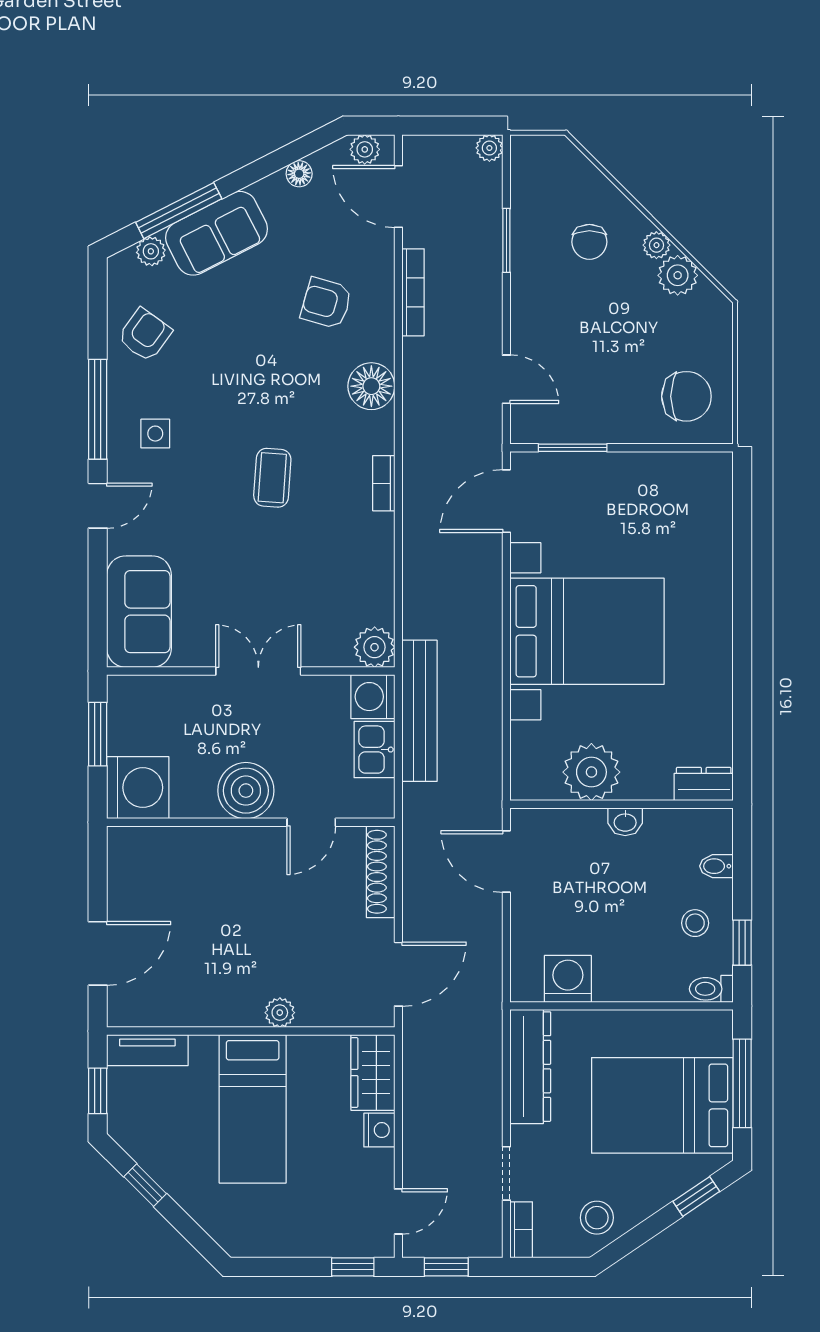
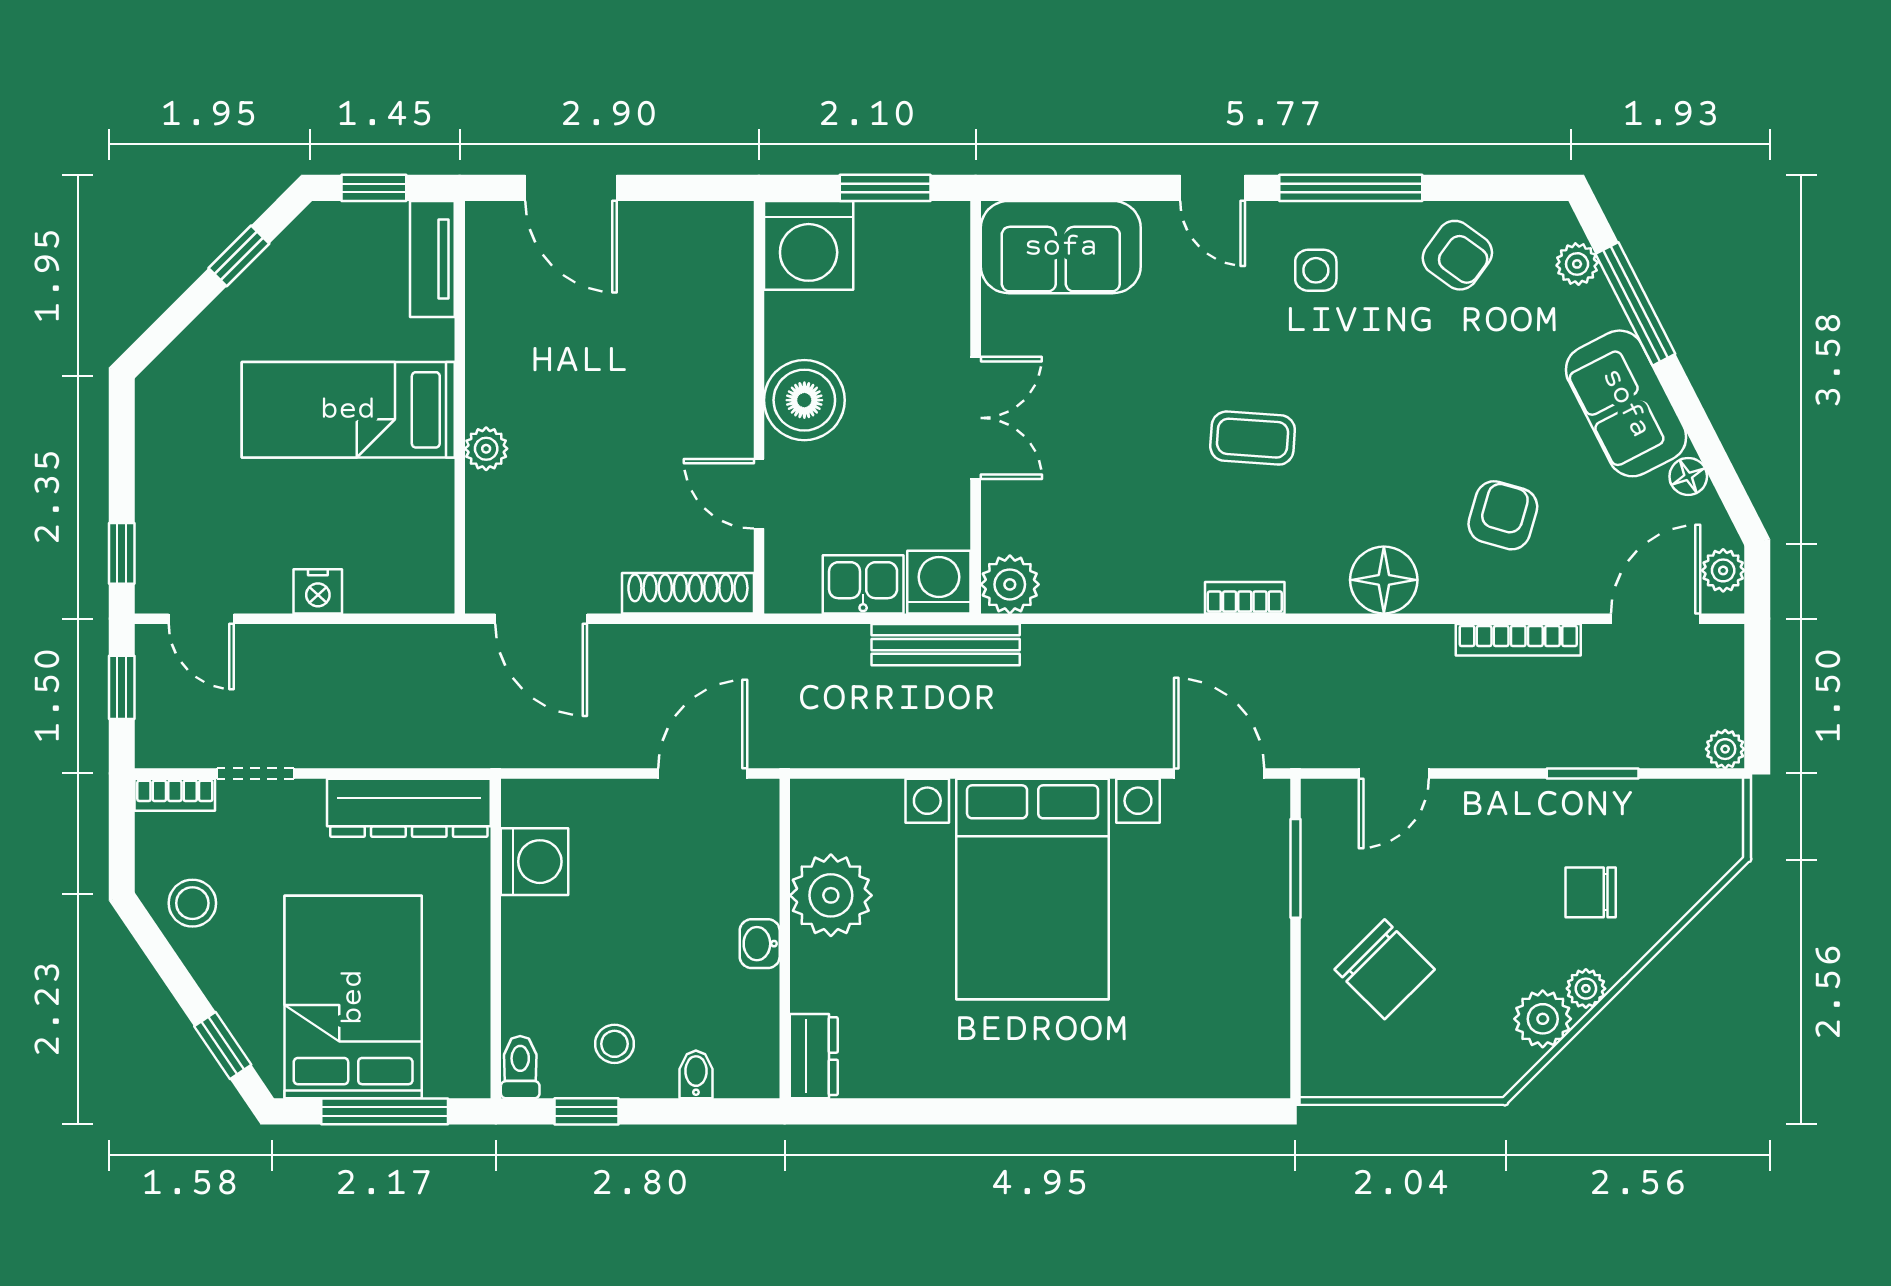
sofa: (217, 233) -> (1626, 403), moved
chair: (686, 396) -> (1385, 969), moved, turned -45
bench: (420, 711) -> (946, 645), width x0.73, depth x0.82
wardrobe: (373, 1072) -> (400, 582), removed

